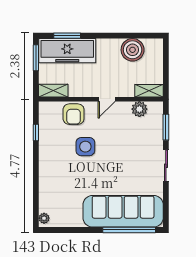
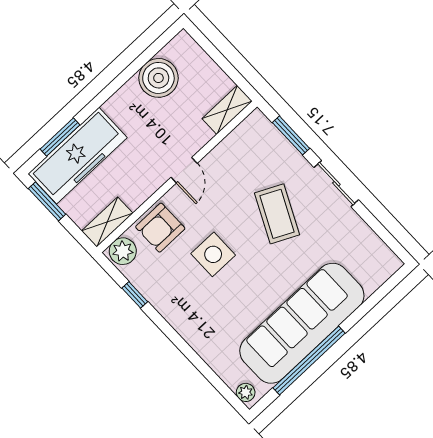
plant: (139, 109) -> (123, 251), moved
armchair: (74, 114) -> (160, 228), turned 90
coffee table: (129, 155) -> (277, 214), added
sofa: (123, 211) -> (302, 323), moved
window: (129, 230) -> (309, 360), moved

